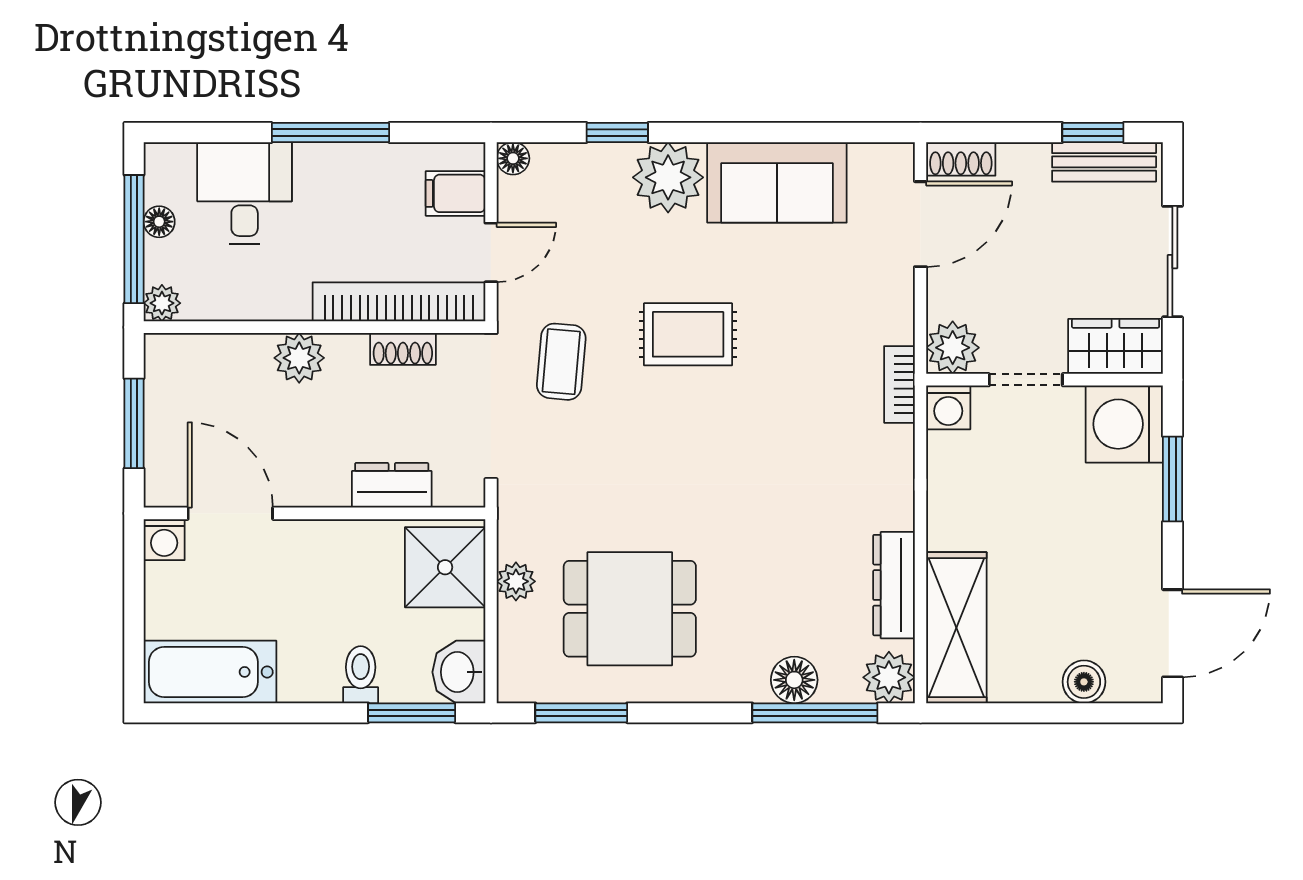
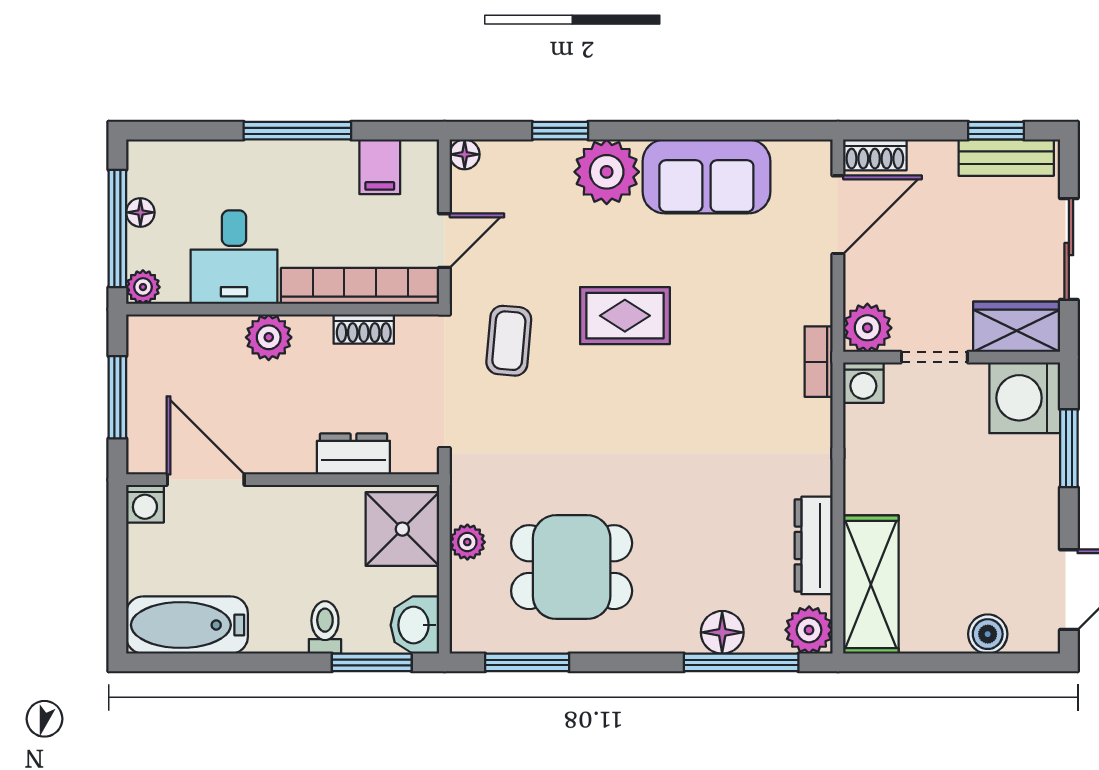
desk: (245, 193) -> (234, 257), moved, turned 180
filing cabinet: (455, 193) -> (380, 167), moved, turned -90

